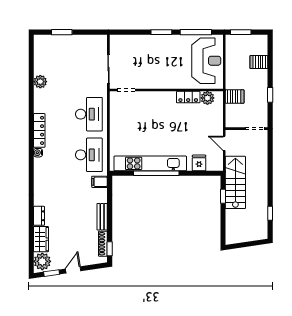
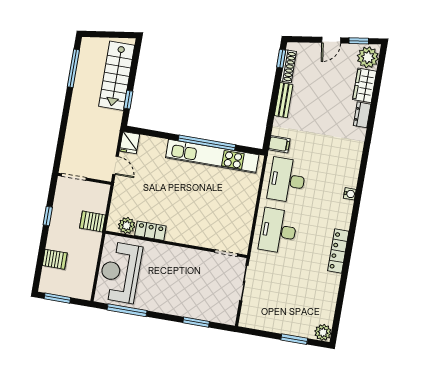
window: (161, 32) -> (196, 322), moved
window: (241, 32) -> (57, 298), moved
plant: (40, 82) -> (323, 332), moved
locker: (39, 130) -> (338, 251), moved
fridge: (199, 163) -> (130, 143), moved
stairs: (235, 182) -> (117, 76), moved
window: (270, 213) -> (73, 68), width x2.17

